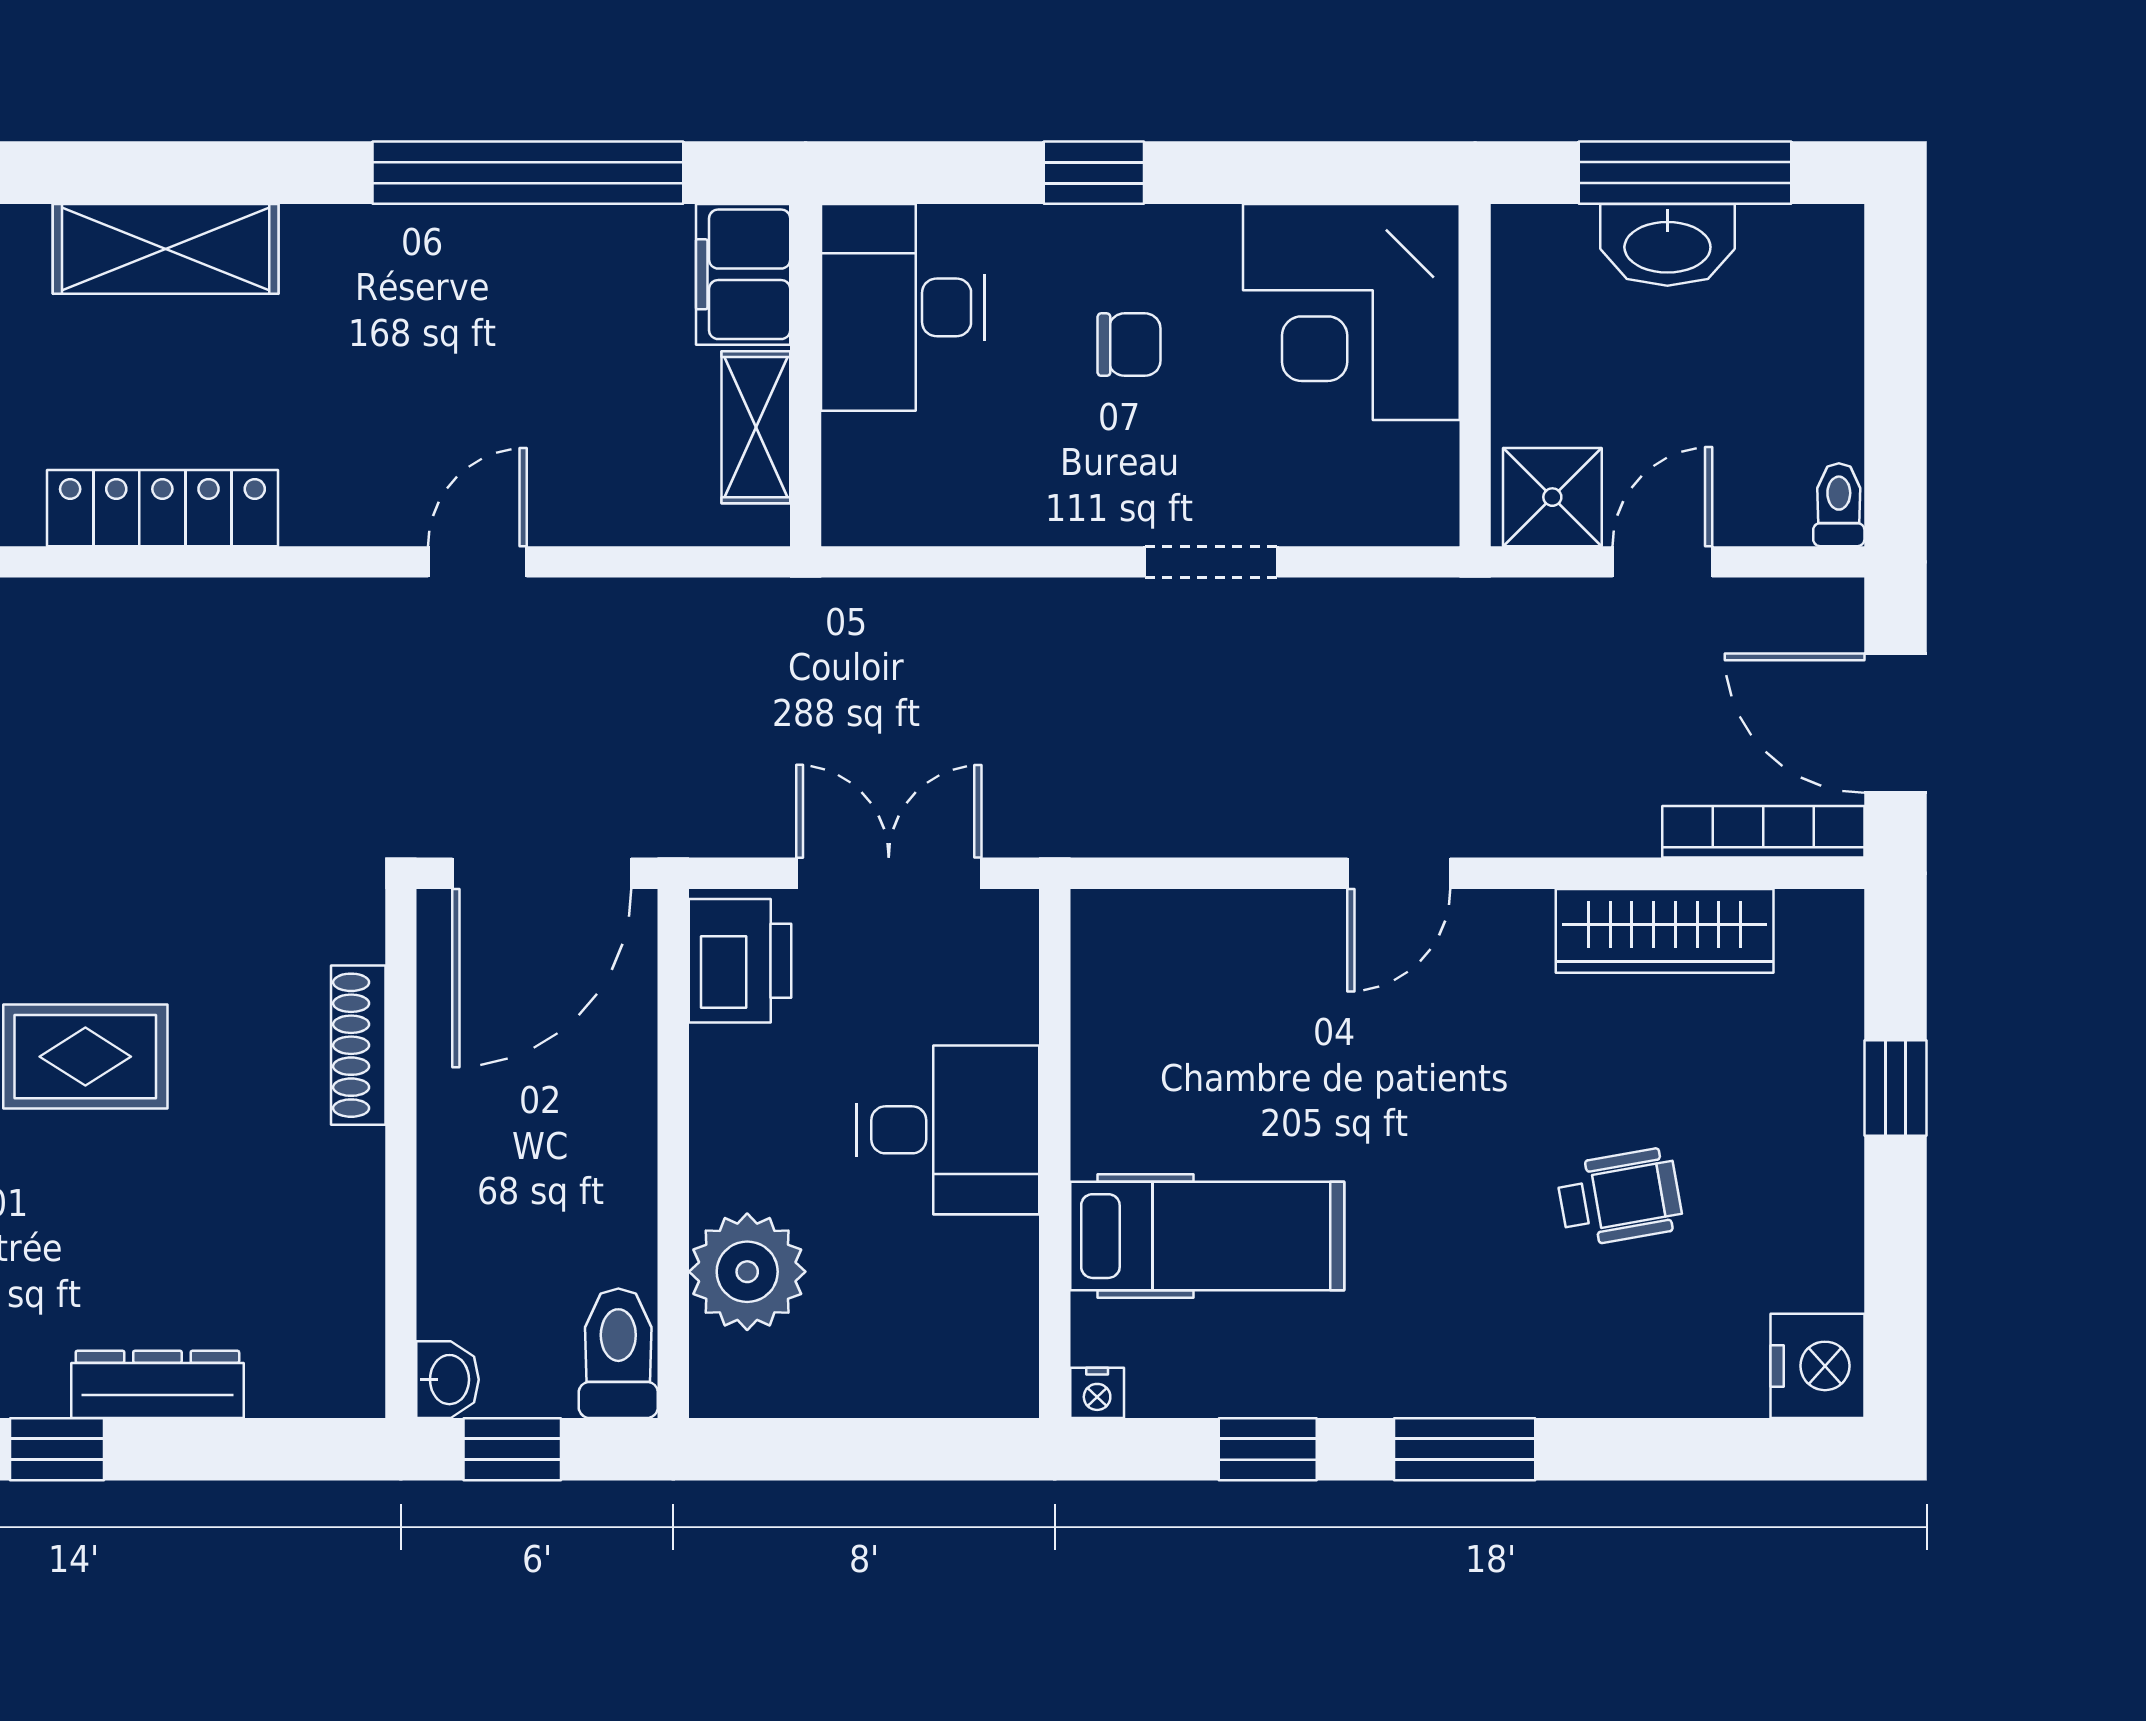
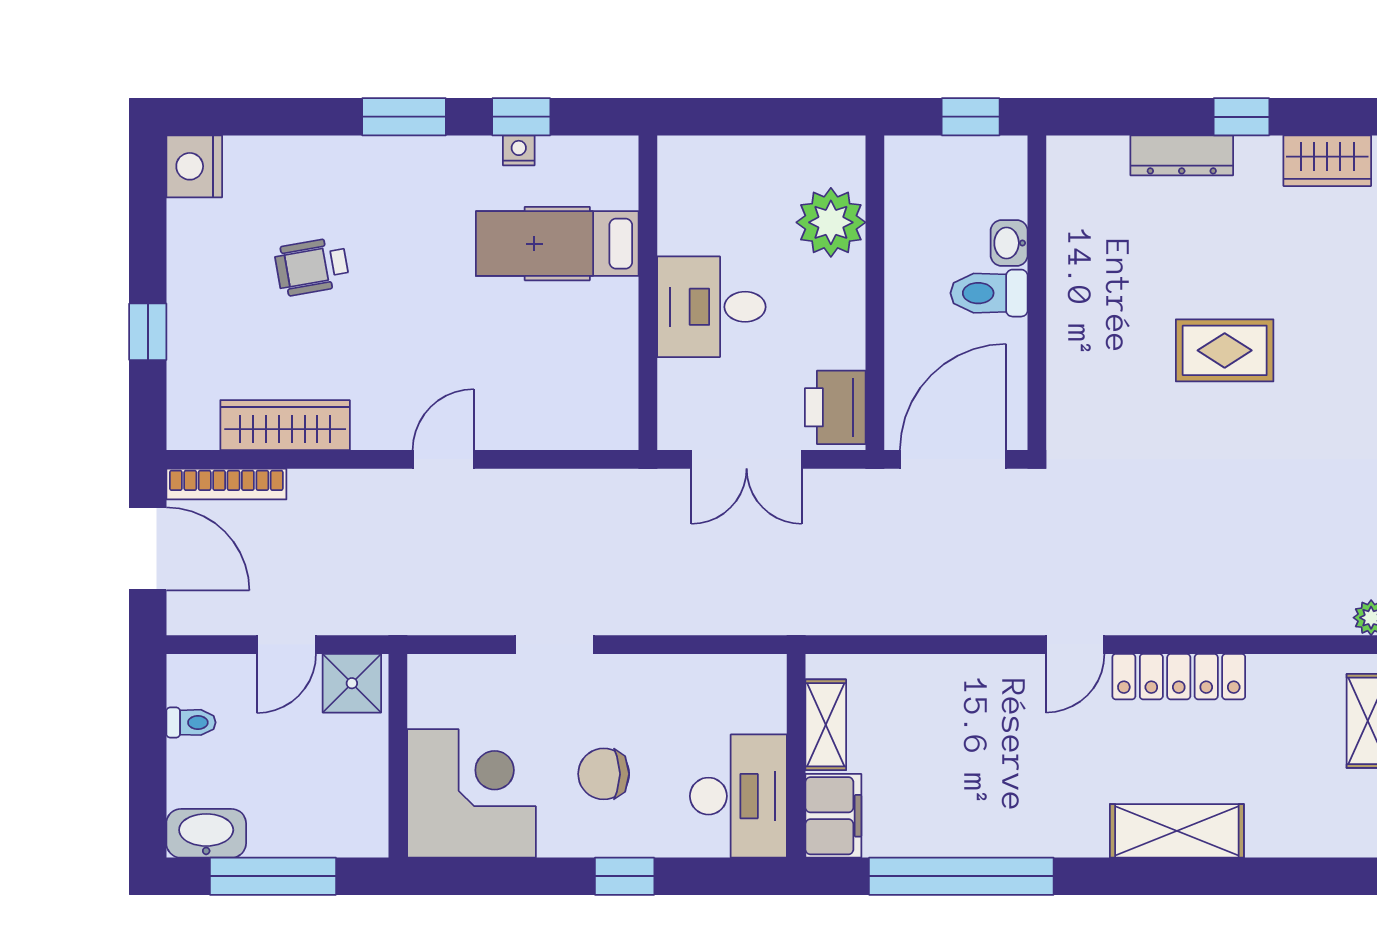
washbasin: (1667, 245) -> (206, 833), moved
chair: (1129, 345) -> (604, 774), width x1.37, depth x1.37
toilet: (1839, 505) -> (191, 722), moved, turned -90
door: (477, 562) -> (1075, 645), moved
shoe rack: (358, 1045) -> (1062, 357), removed
toilet: (618, 1353) -> (989, 293), moved, turned 90
washbasin: (448, 1380) -> (1009, 243), moved
nightstand: (1097, 1393) -> (519, 150), moved

